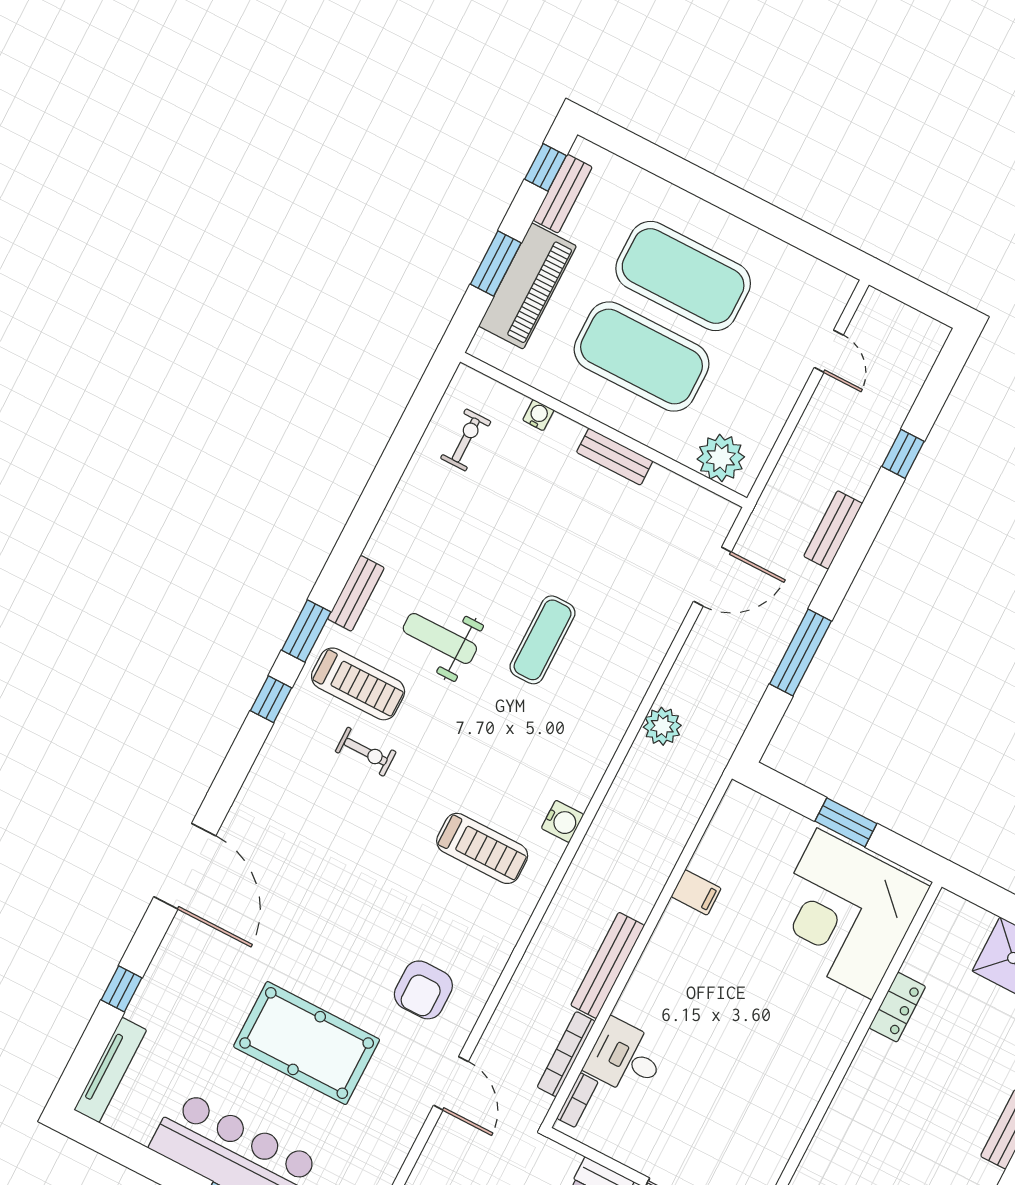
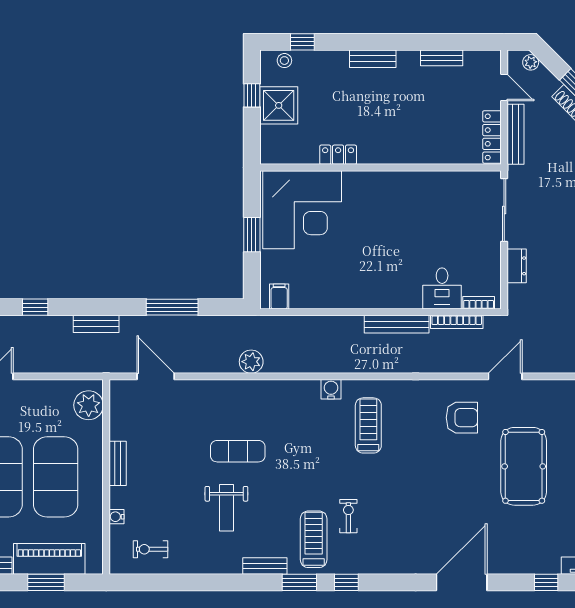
weight bench: (440, 638) -> (226, 508), moved
filing cabinet: (696, 892) -> (279, 297), moved

